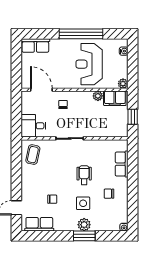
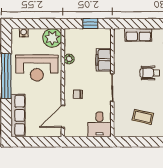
row of seats: (35, 46) -> (18, 115), width x1.48
plant: (123, 84) -> (52, 38), width x1.87, depth x1.87
filing cabinet: (115, 98) -> (104, 60), moved, turned 180
coffee table: (33, 155) -> (143, 117), moved

